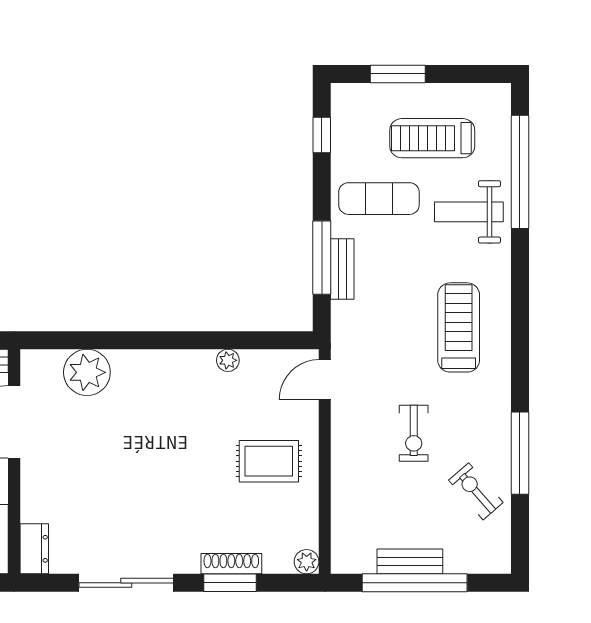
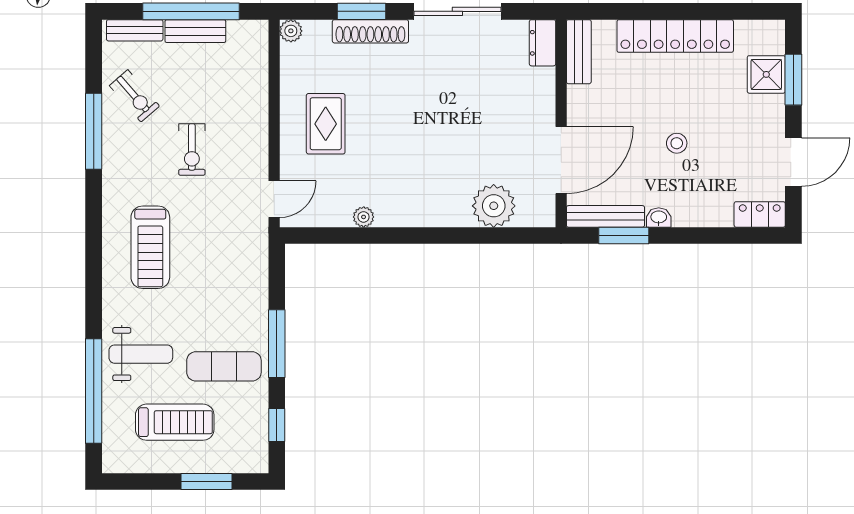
window: (322, 258) -> (277, 344), moved
bench: (342, 269) -> (135, 30), moved, turned 90
exercise bike: (414, 433) -> (192, 150), turned 180
rug: (269, 461) -> (326, 124), turned 90
shoe rack: (231, 564) -> (370, 31), width x1.36, depth x1.24

